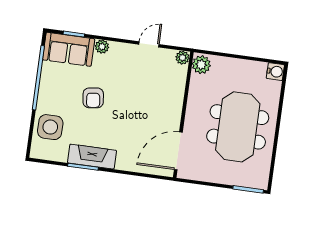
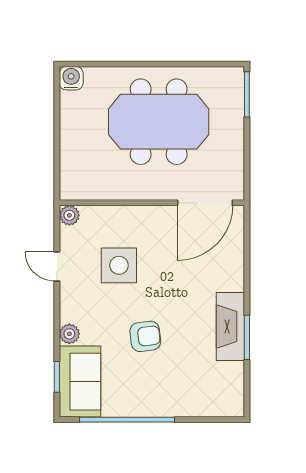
plant: (201, 65) -> (76, 187), removed
side table: (50, 127) -> (119, 265), moved
door: (178, 151) -> (205, 203), hinge flipped

